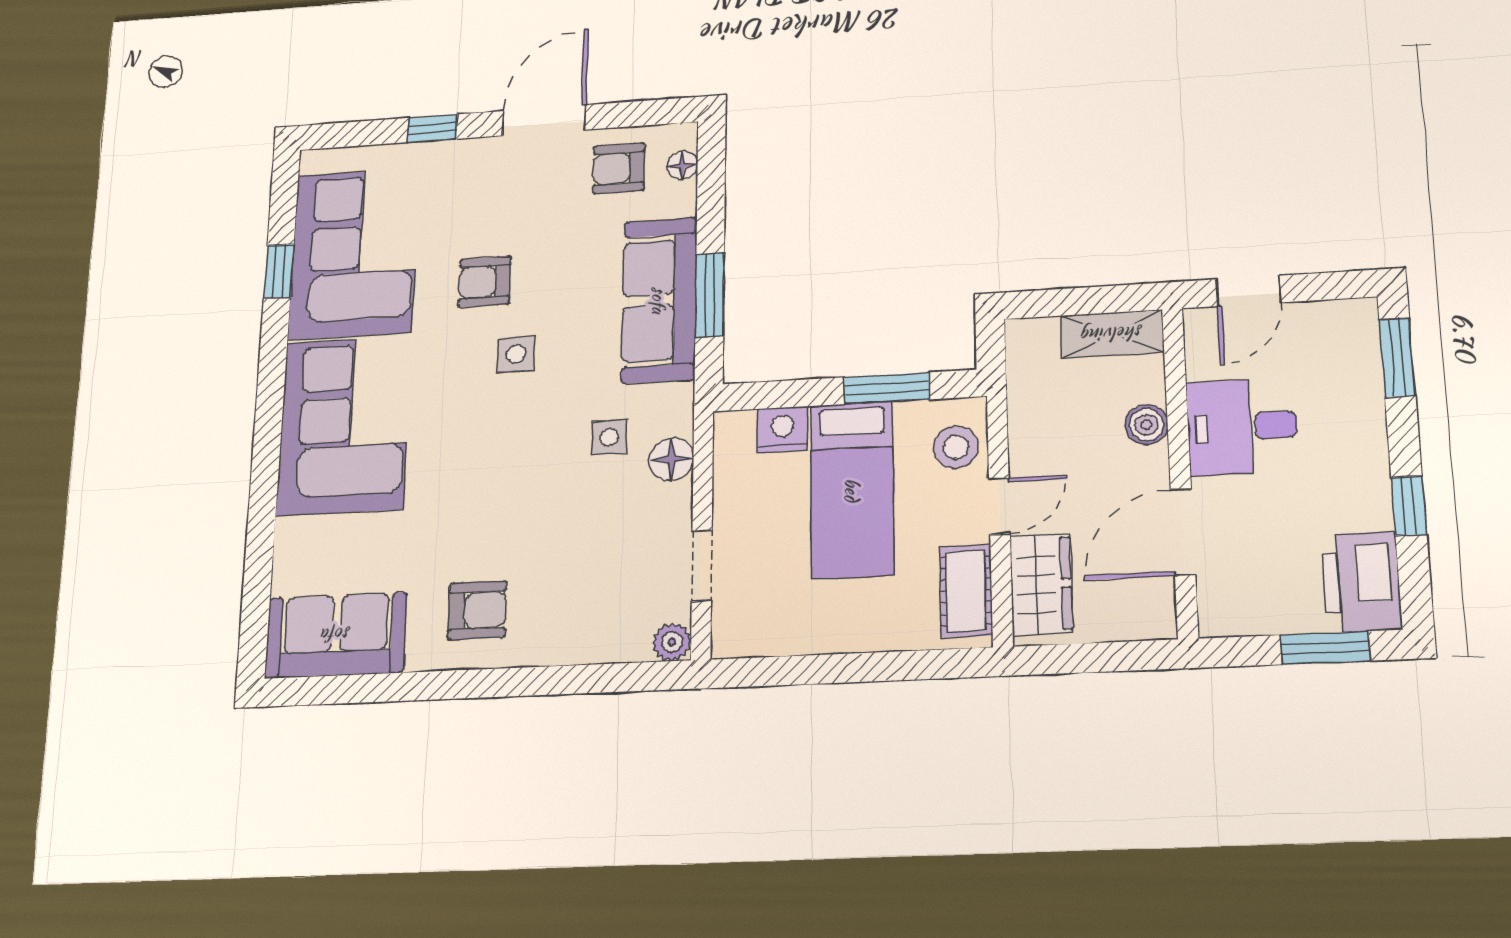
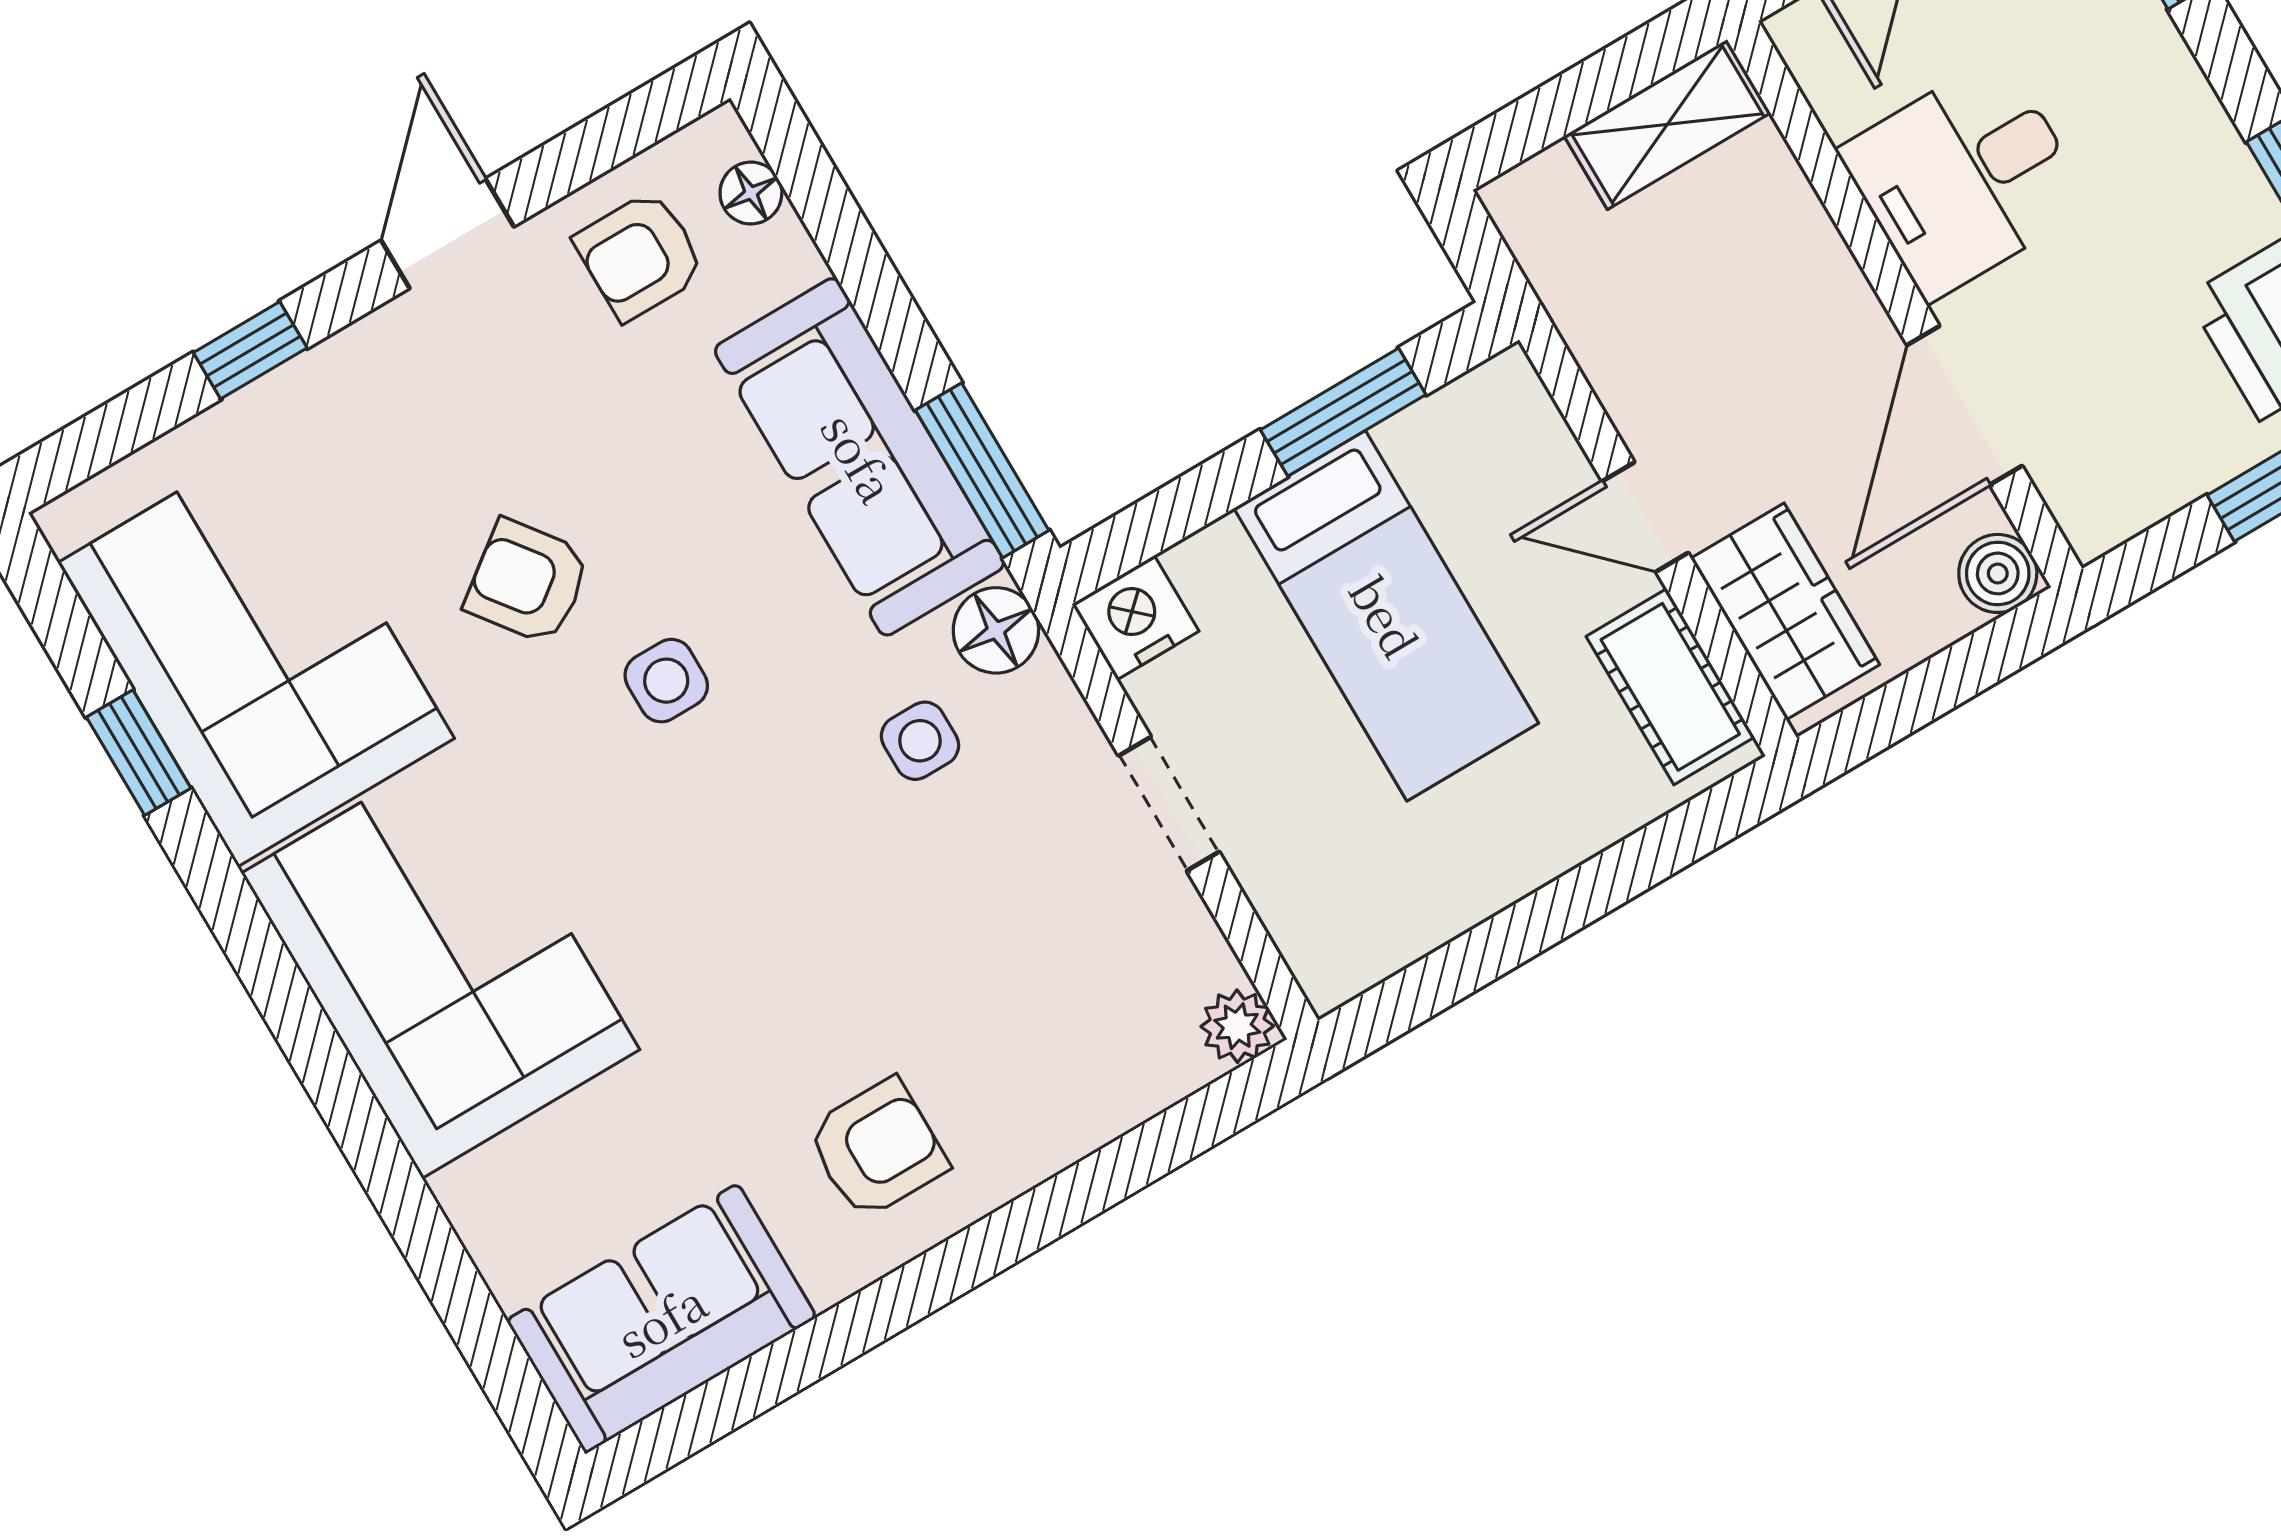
door: (544, 120) -> (448, 234), width x0.73
armchair: (485, 282) -> (528, 582), turned 53
window: (710, 295) -> (982, 470), moved
boiler: (1146, 425) -> (1998, 573), moved
nightstand: (782, 430) -> (1135, 618), moved
stool: (956, 447) -> (1517, 454), removed
floor lamp: (671, 459) -> (996, 630), moved
door: (999, 506) -> (1645, 517), swing flipped
doorway: (702, 566) -> (1169, 804), moved

